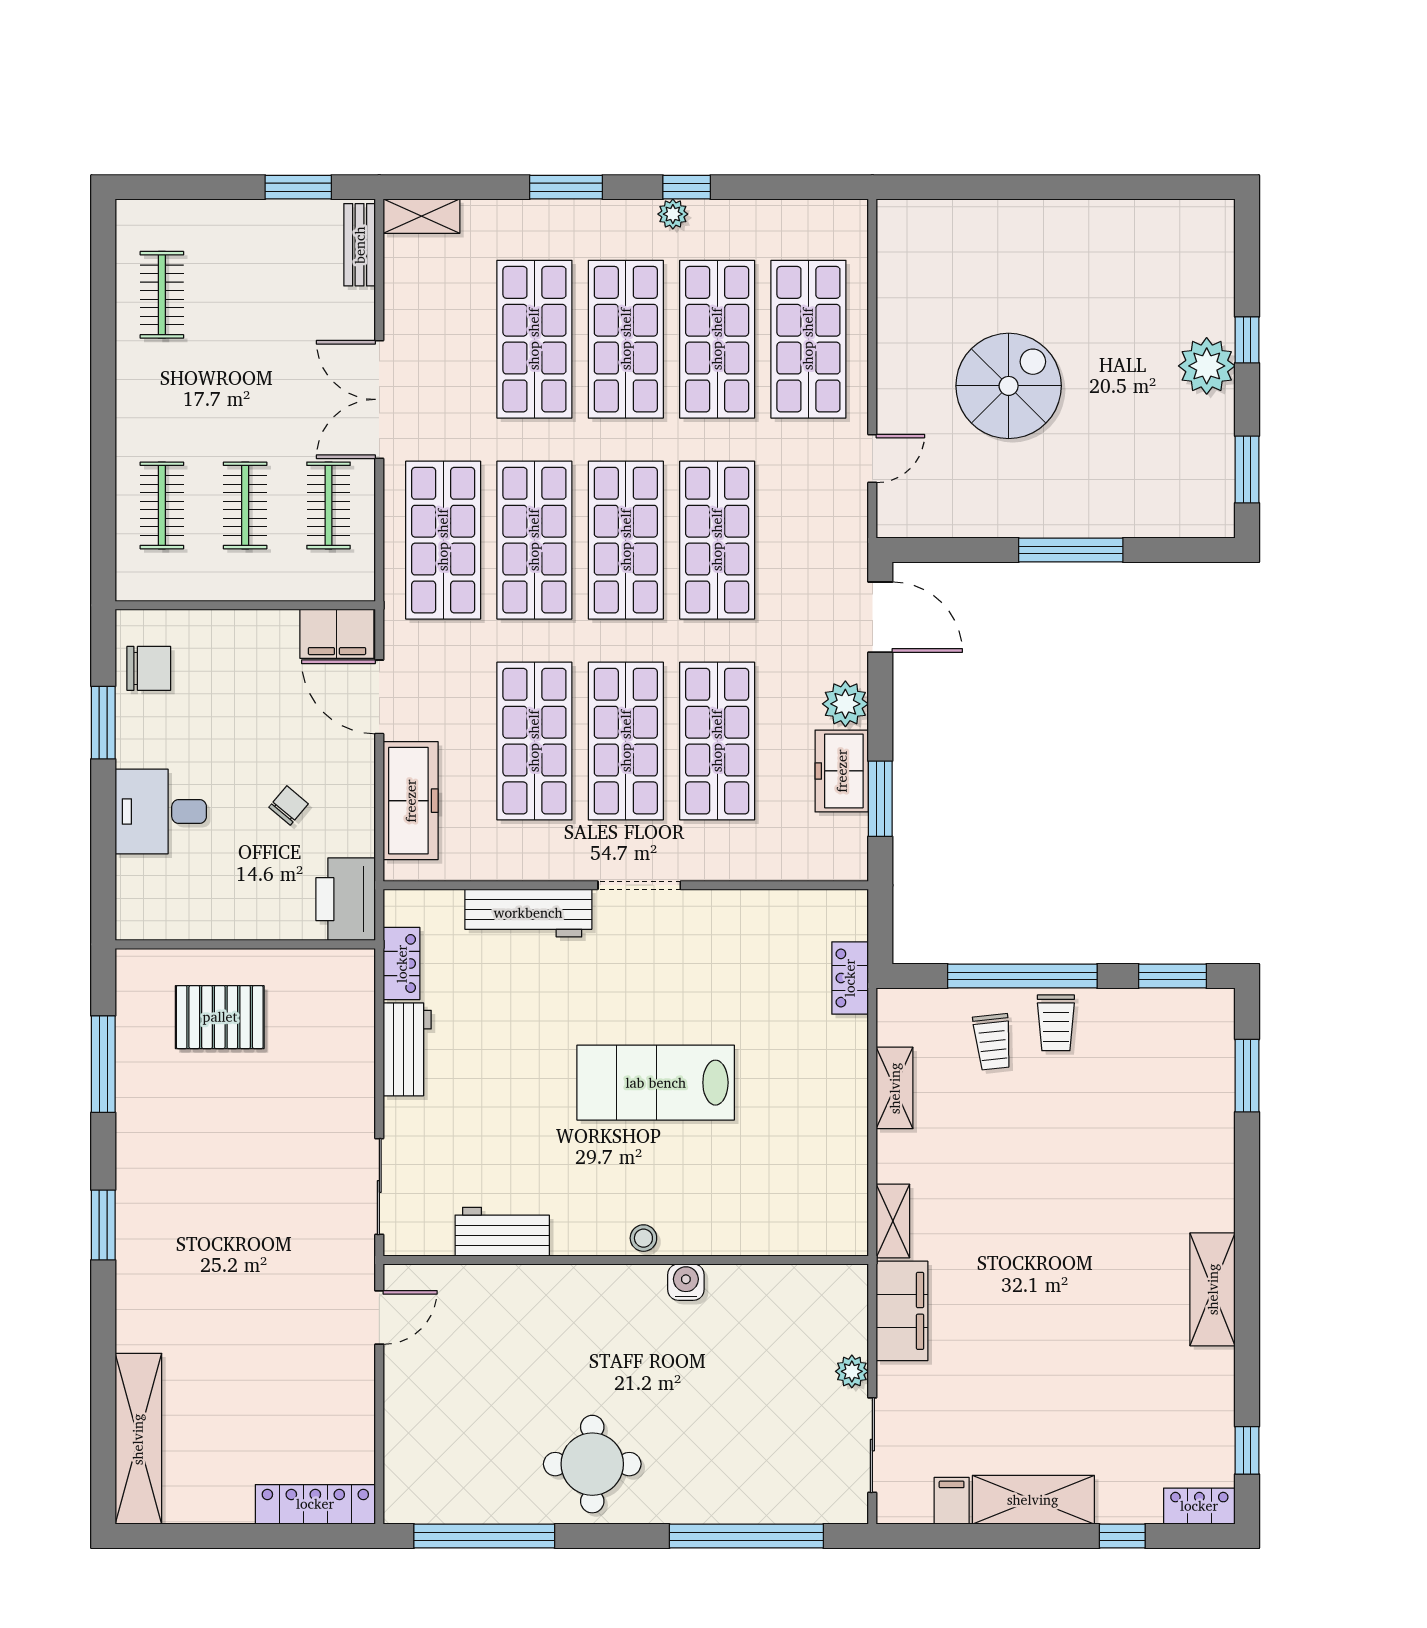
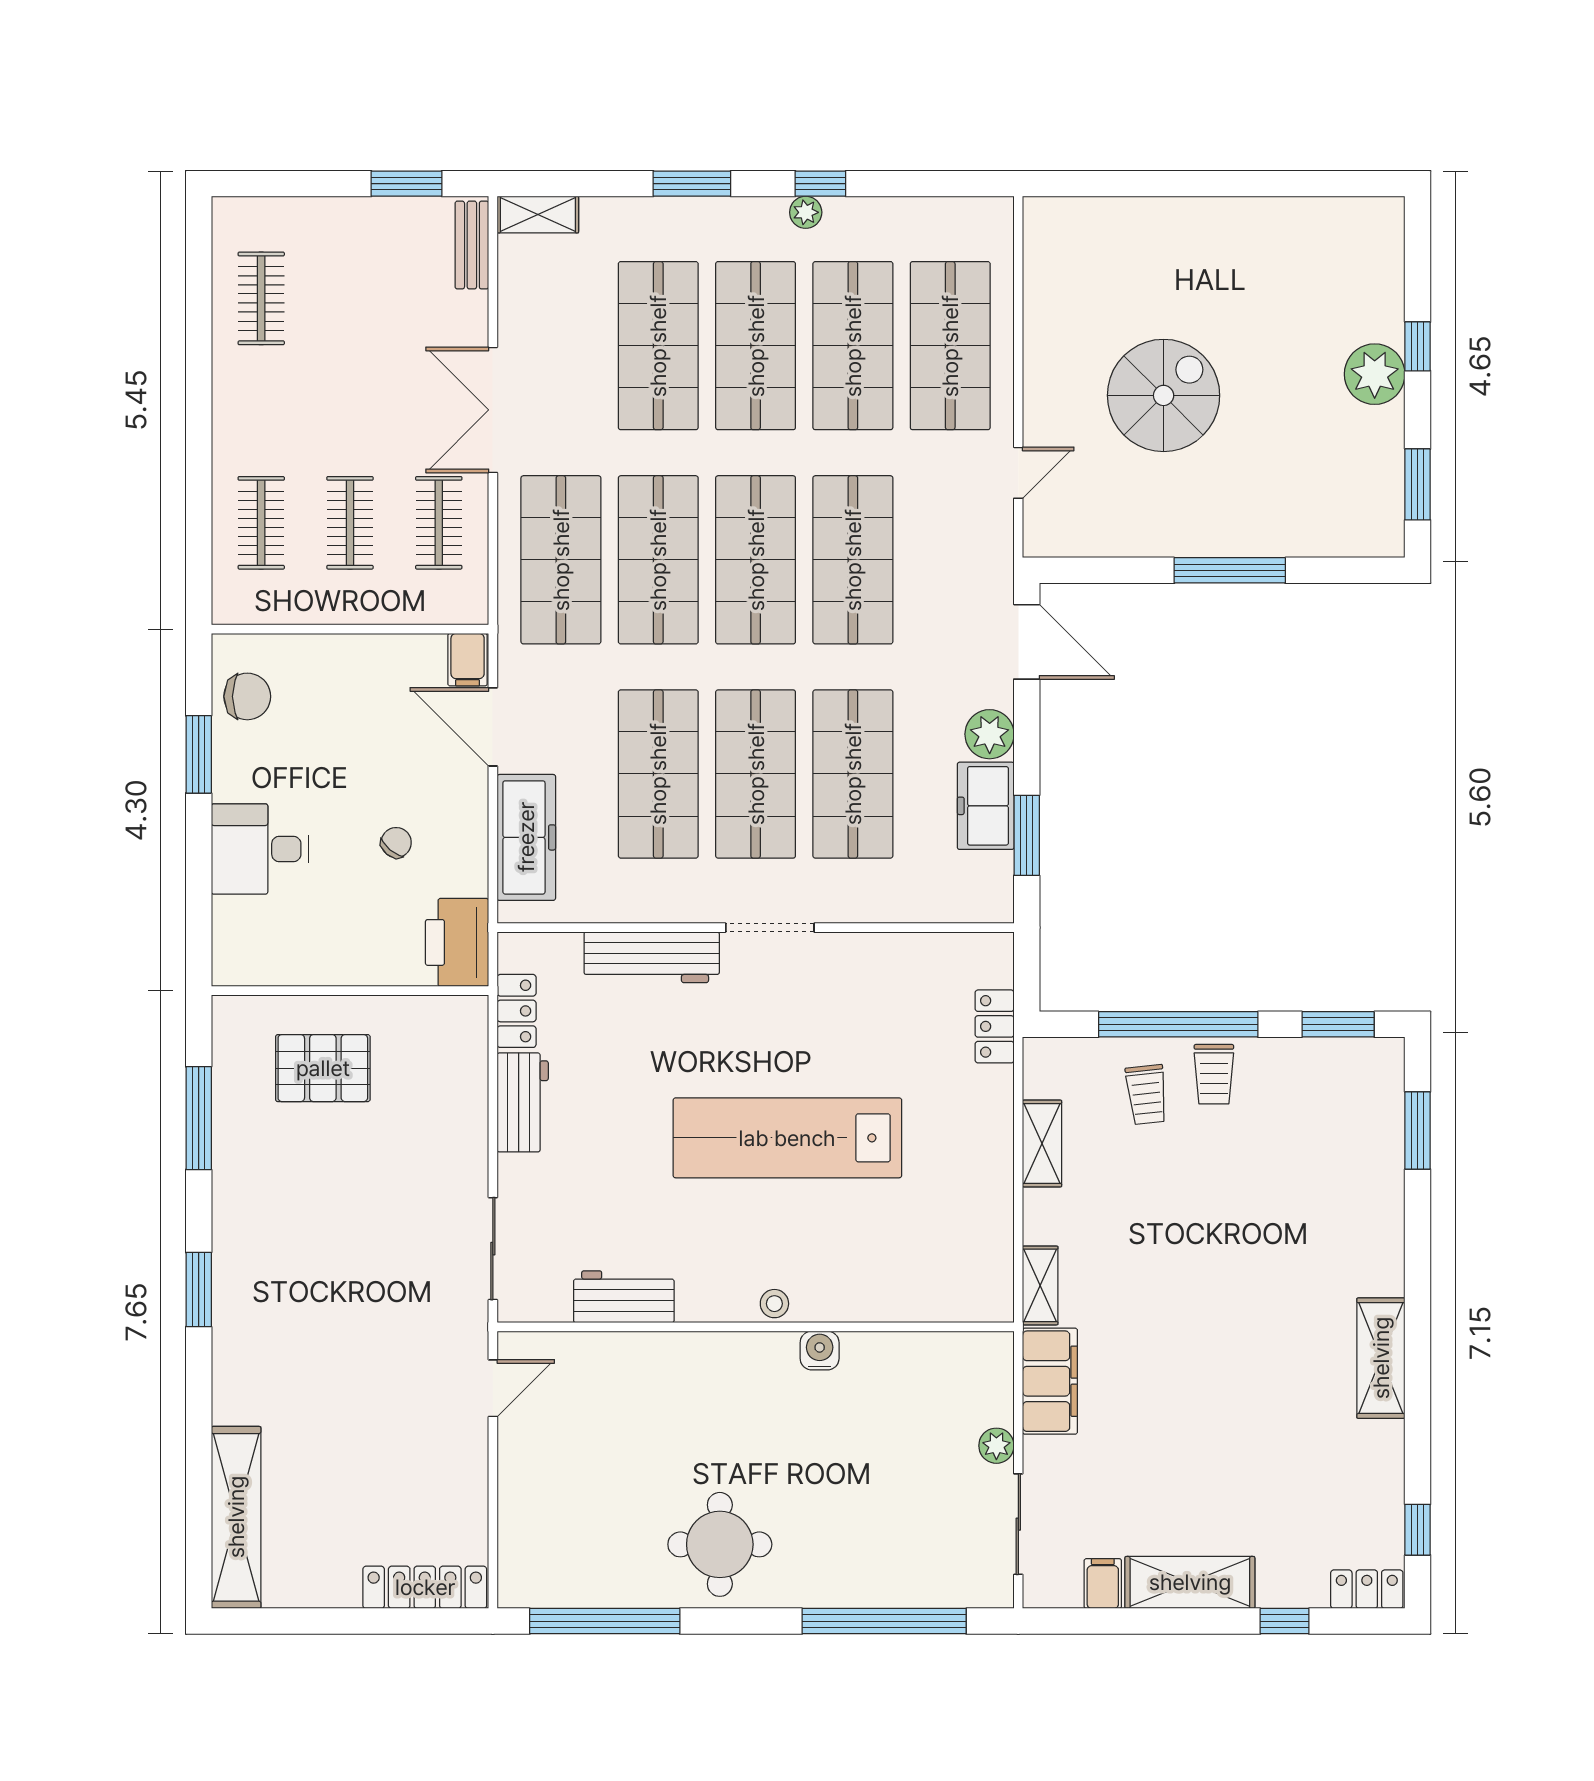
filing cabinet: (337, 634) -> (468, 660), width x0.50
lab bench: (656, 1083) -> (787, 1138), width x1.36

